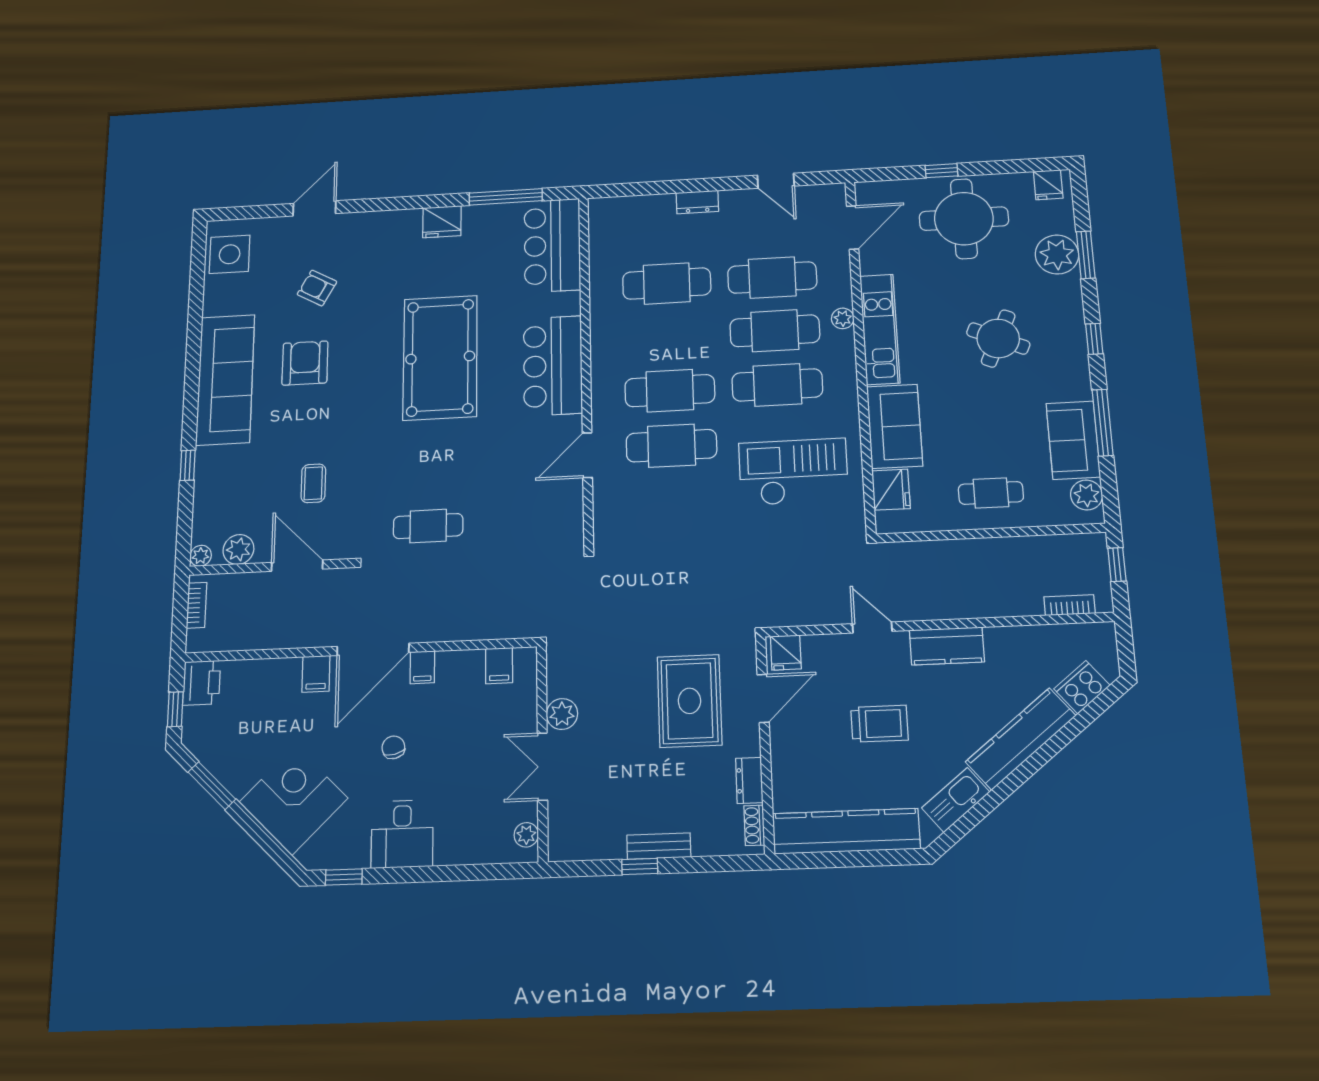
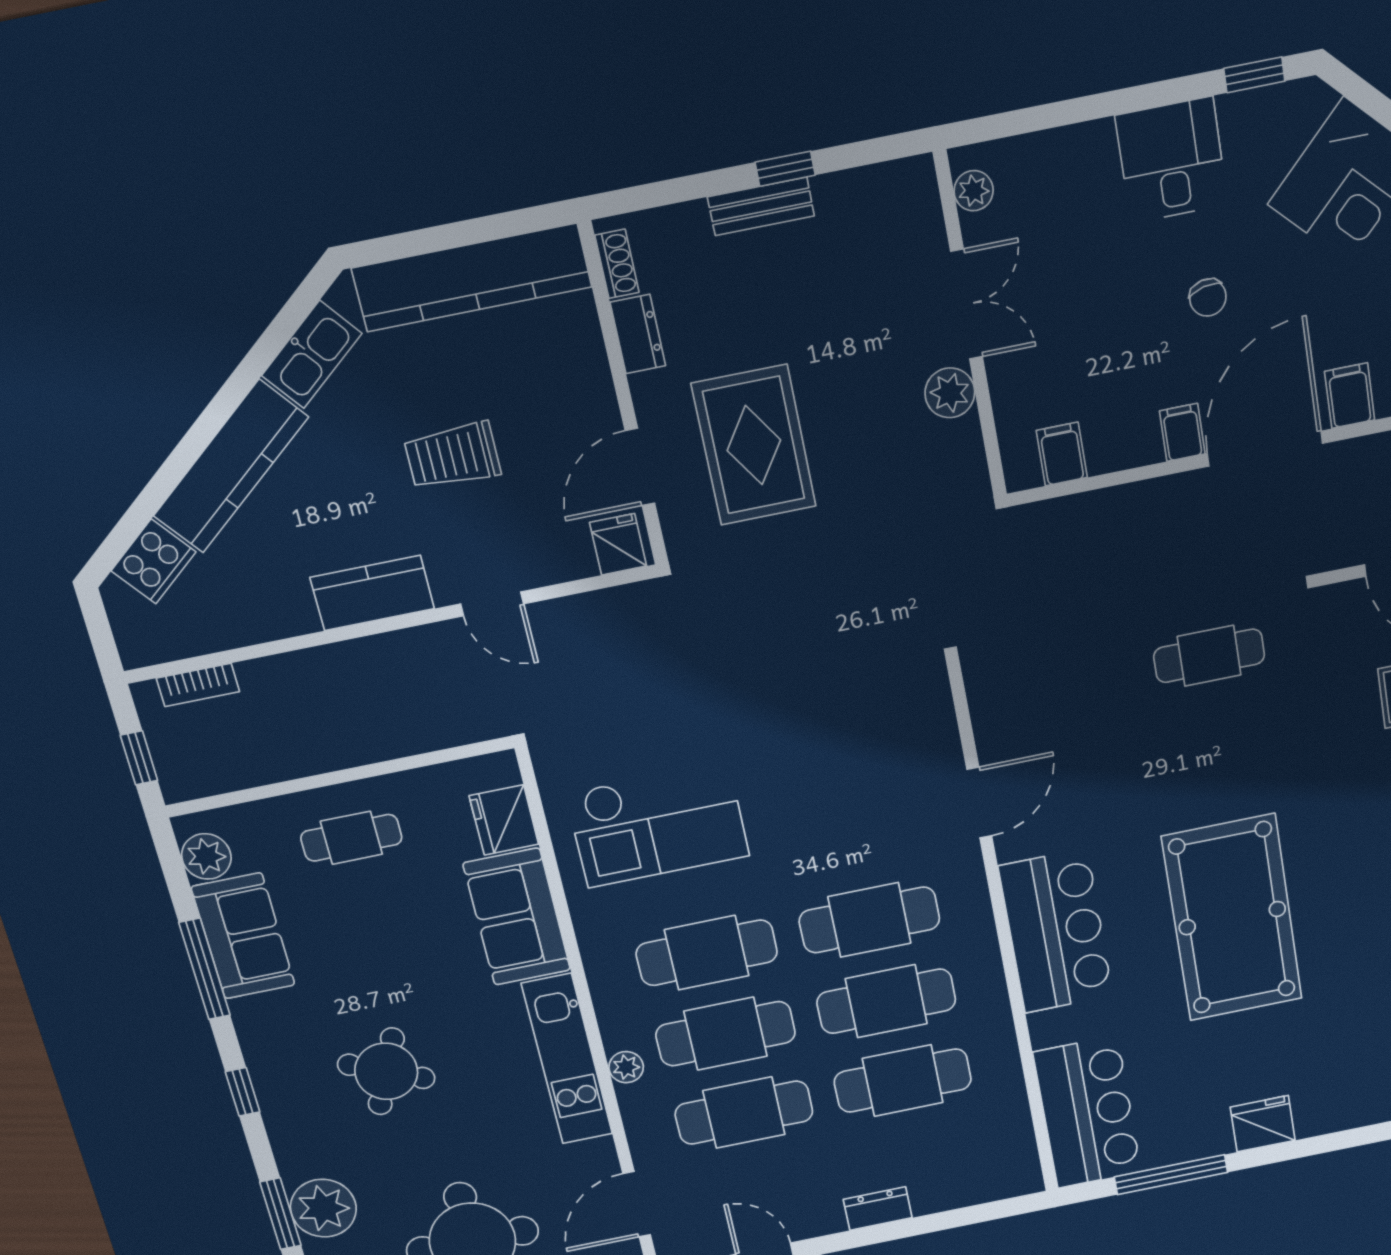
cafe table: (671, 446) -> (886, 1001), moved

